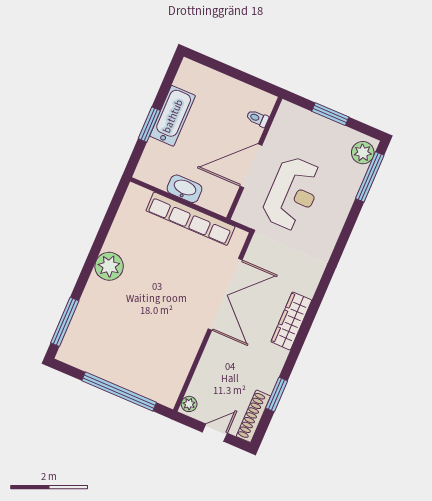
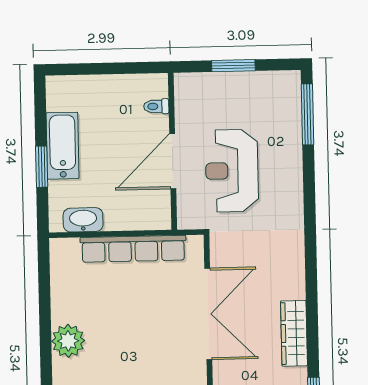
plant: (363, 153) -> (288, 91), removed
washbasin: (184, 189) -> (83, 220), moved
reception desk: (293, 194) -> (232, 171), turned 180
wardrobe: (291, 321) -> (294, 333), moved

